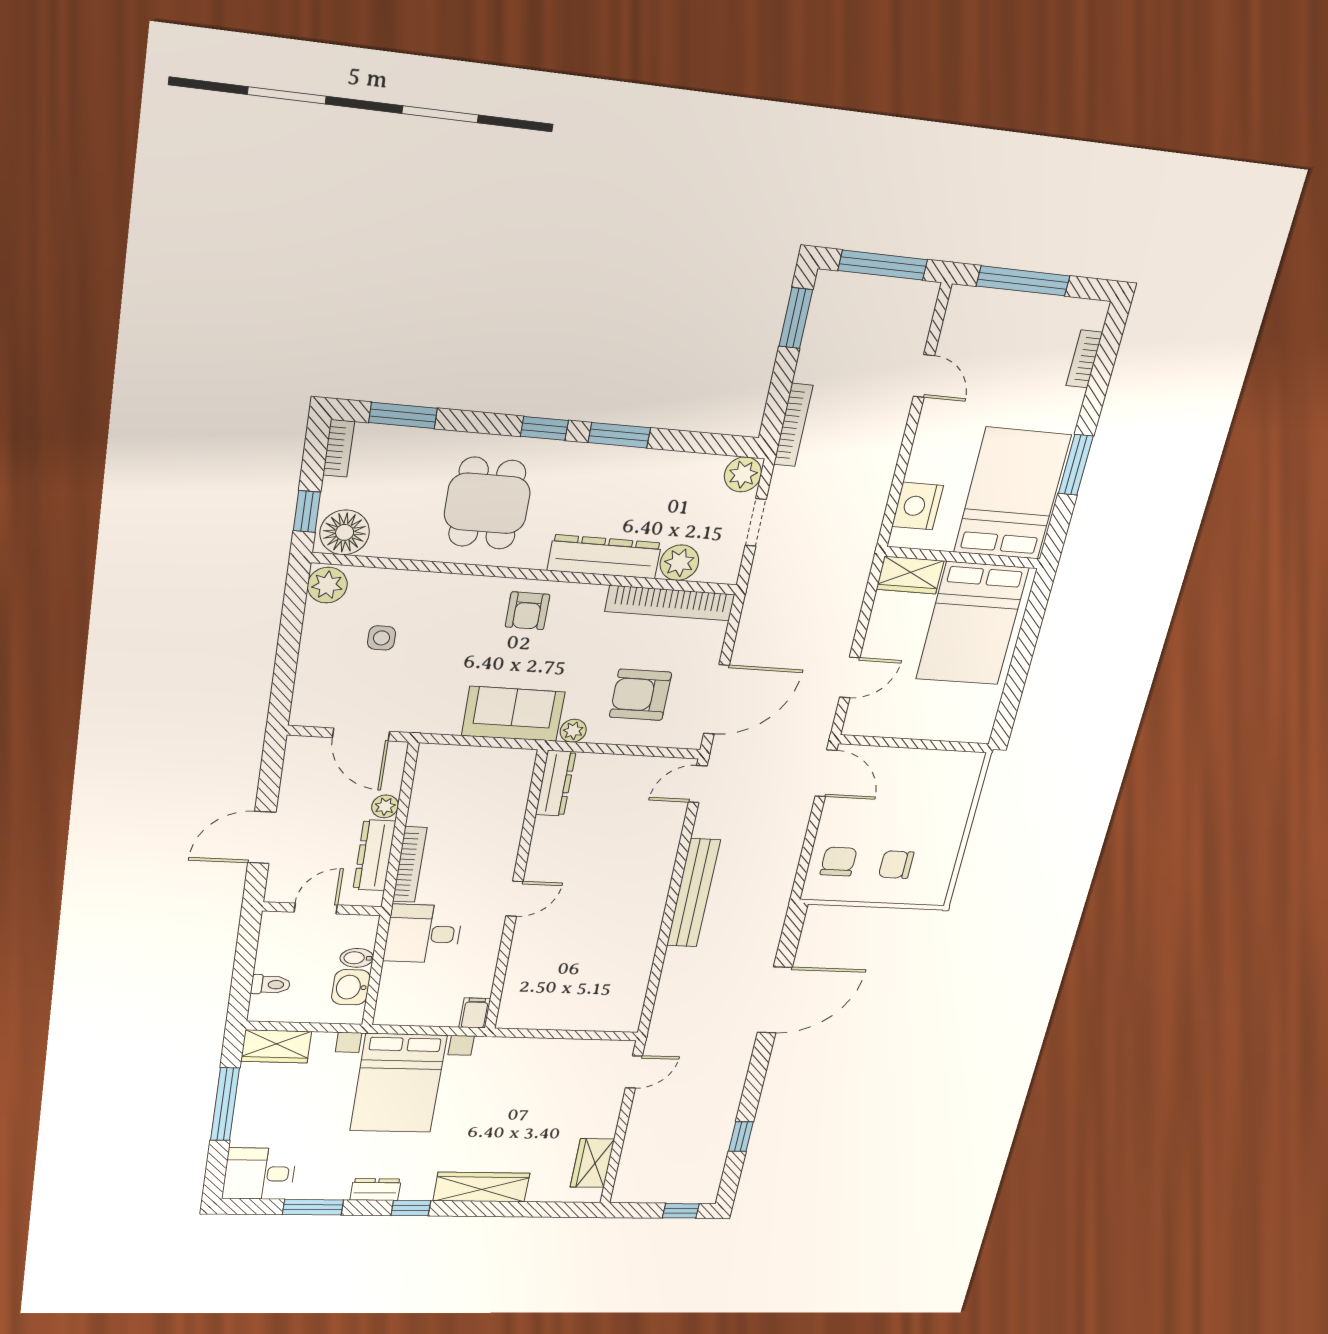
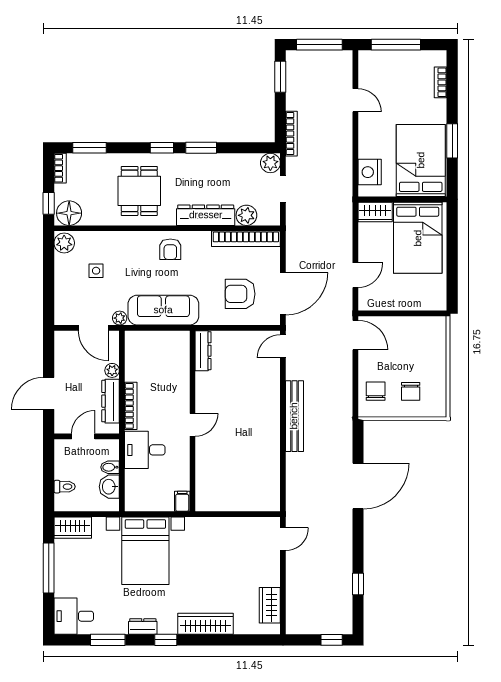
sofa: (513, 714) -> (163, 310), width x1.36
plant: (573, 731) -> (120, 318), moved
chair: (896, 865) -> (411, 391), turned -90

